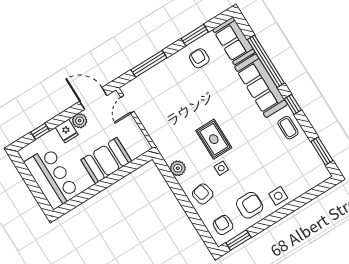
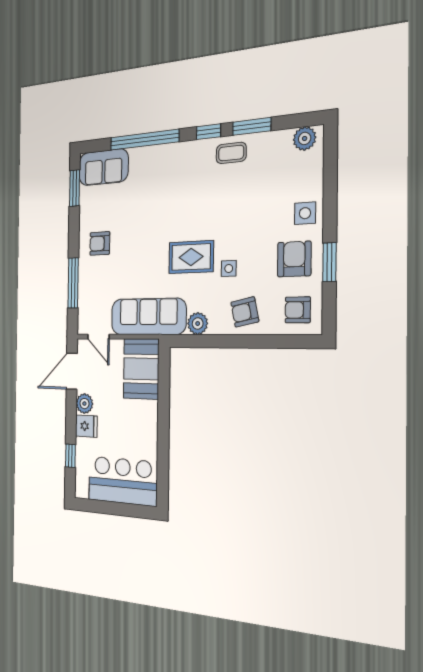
window: (195, 35) -> (75, 188), moved
armchair: (199, 58) -> (100, 243), moved
sofa: (261, 86) -> (148, 317), moved, turned 180
window: (322, 151) -> (252, 126), moved
booth: (106, 161) -> (141, 369), moved
plant: (319, 170) -> (305, 138), added
window: (238, 240) -> (329, 262), moved

